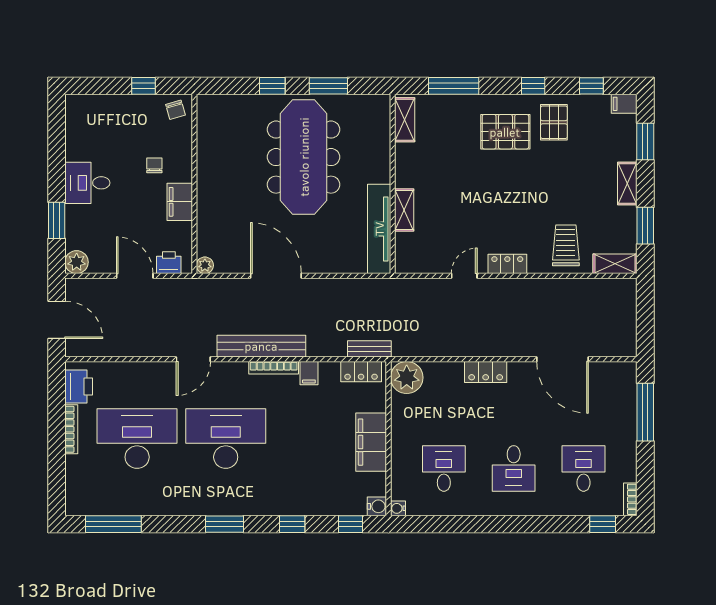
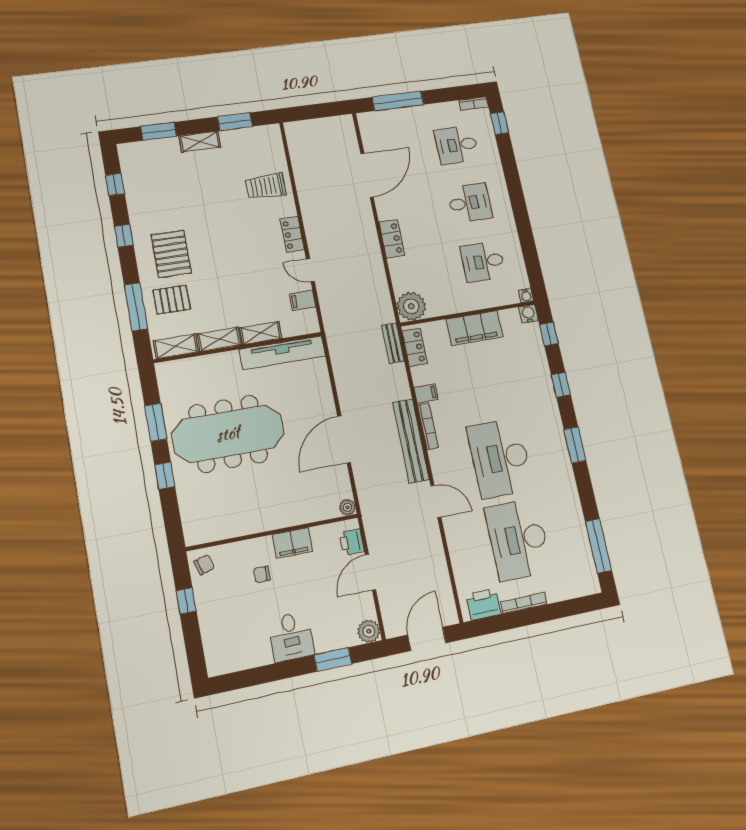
filing cabinet: (624, 104) -> (303, 300), moved, turned 90
pallet: (554, 122) -> (172, 300), moved
shelving: (615, 264) -> (219, 339), moved, turned 90

